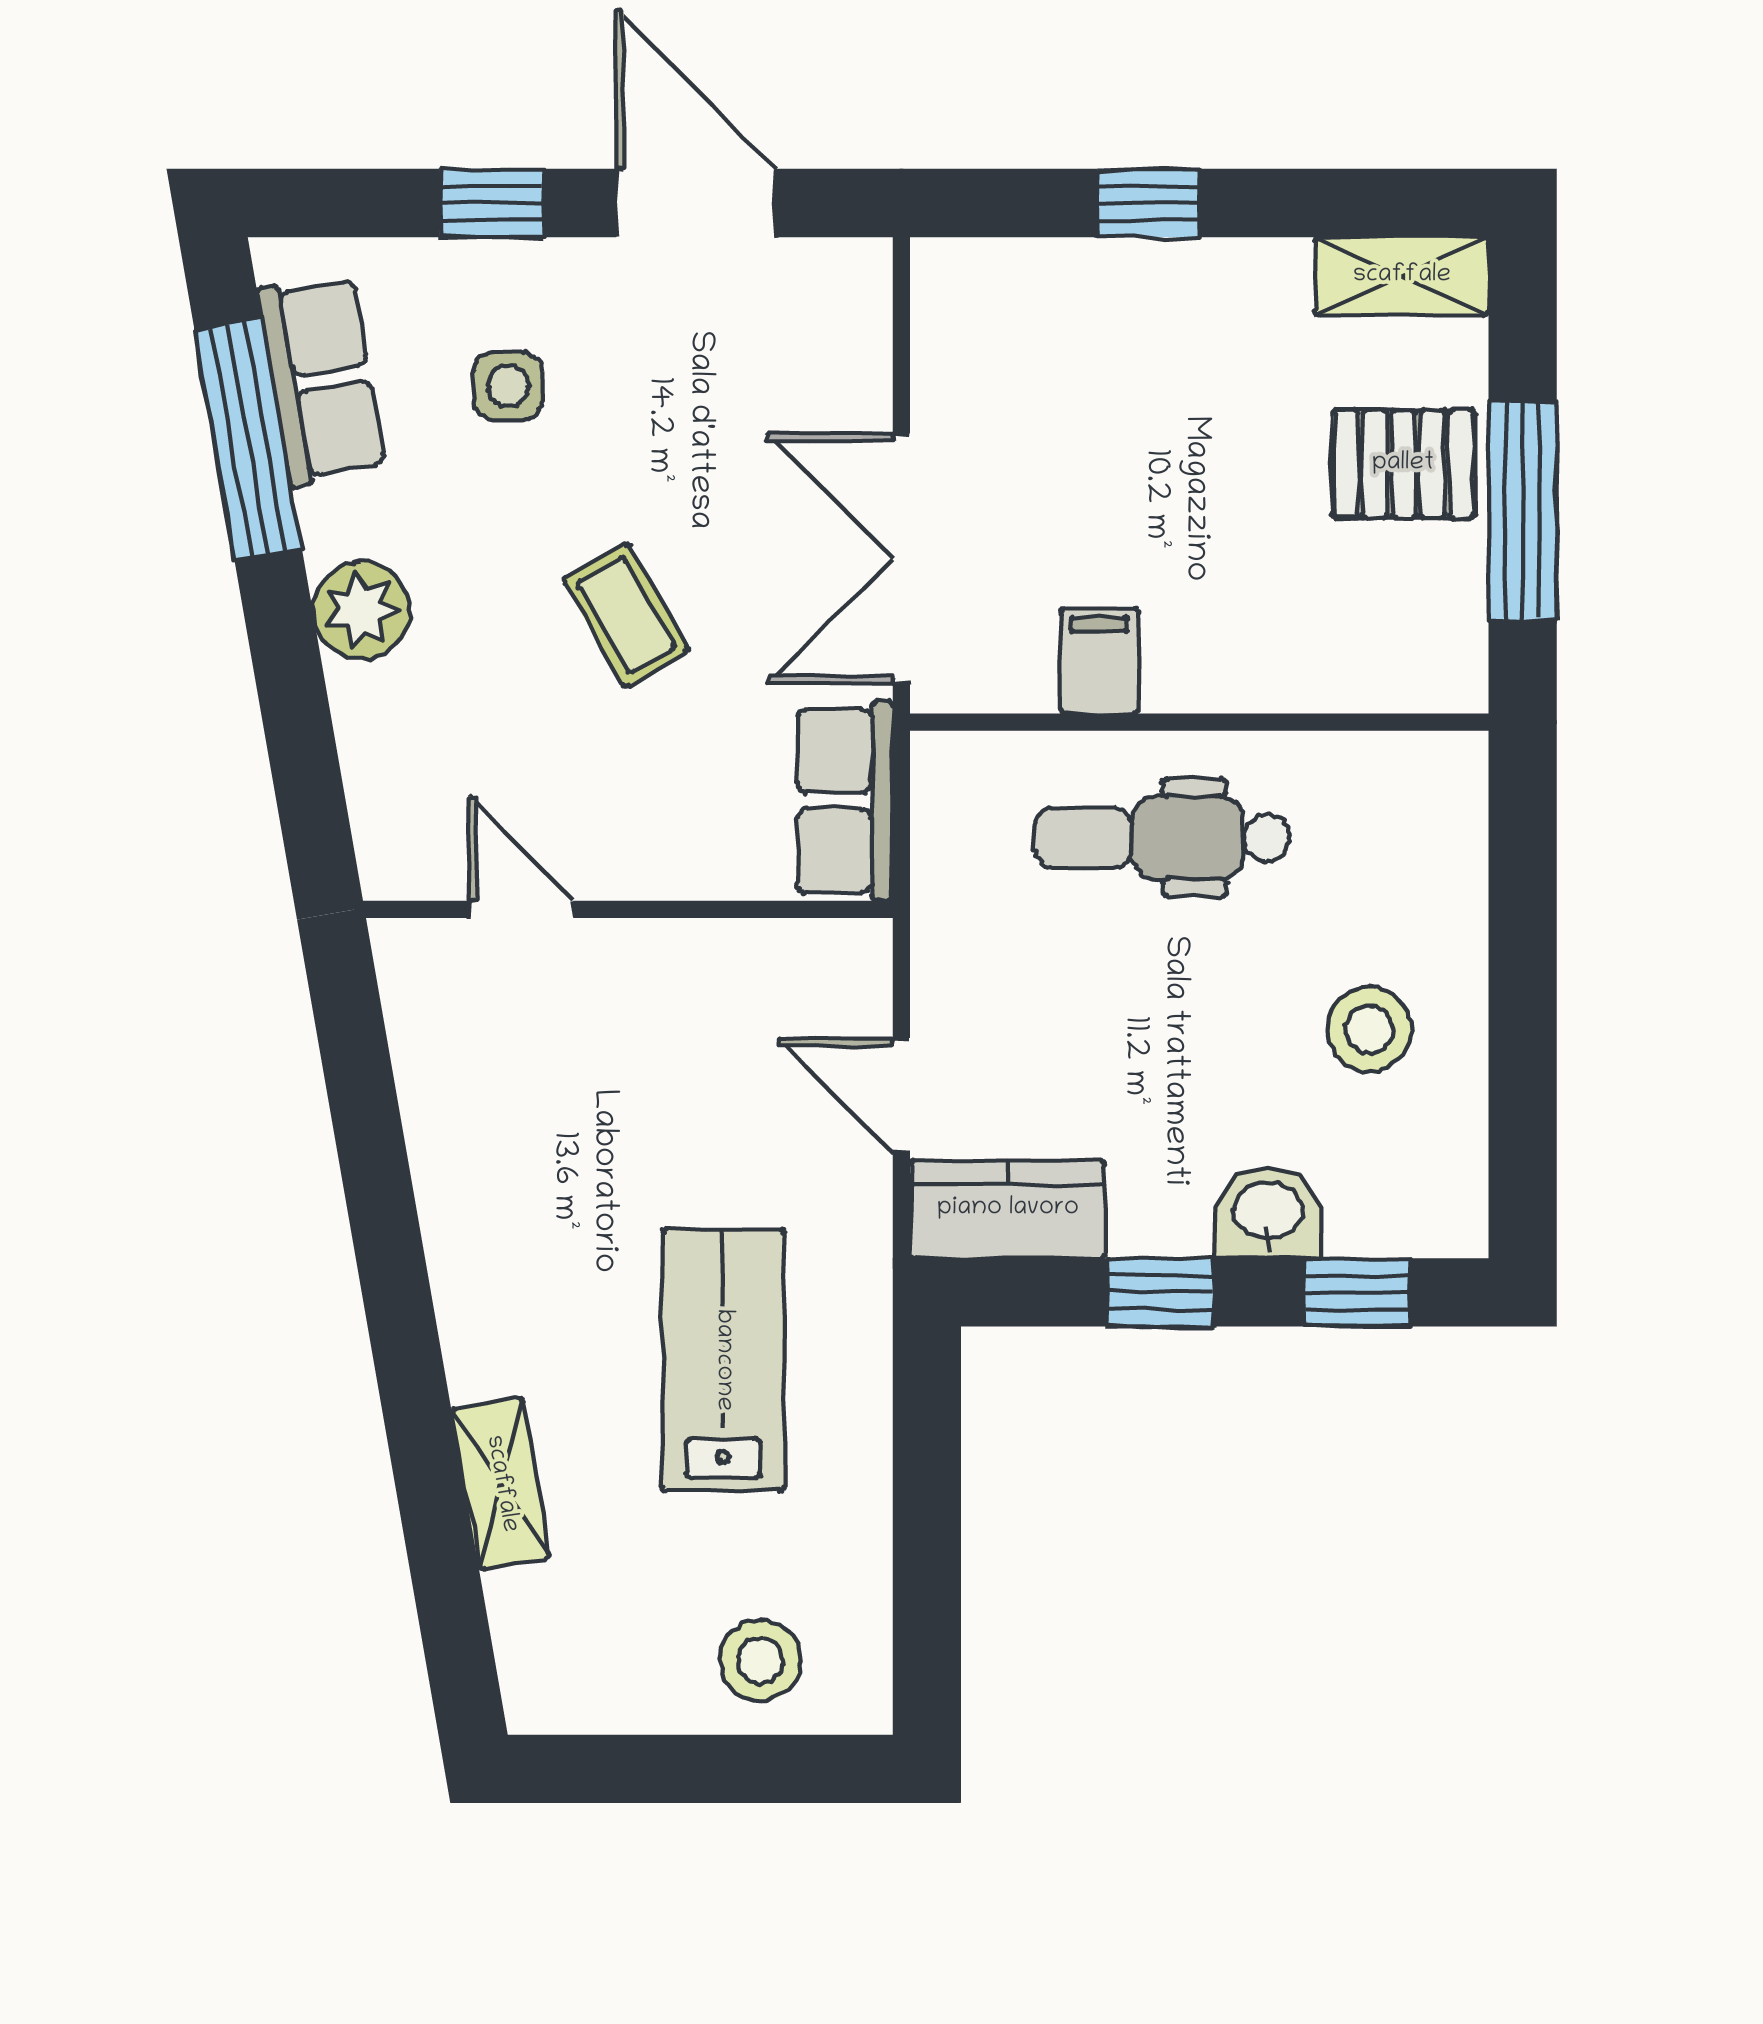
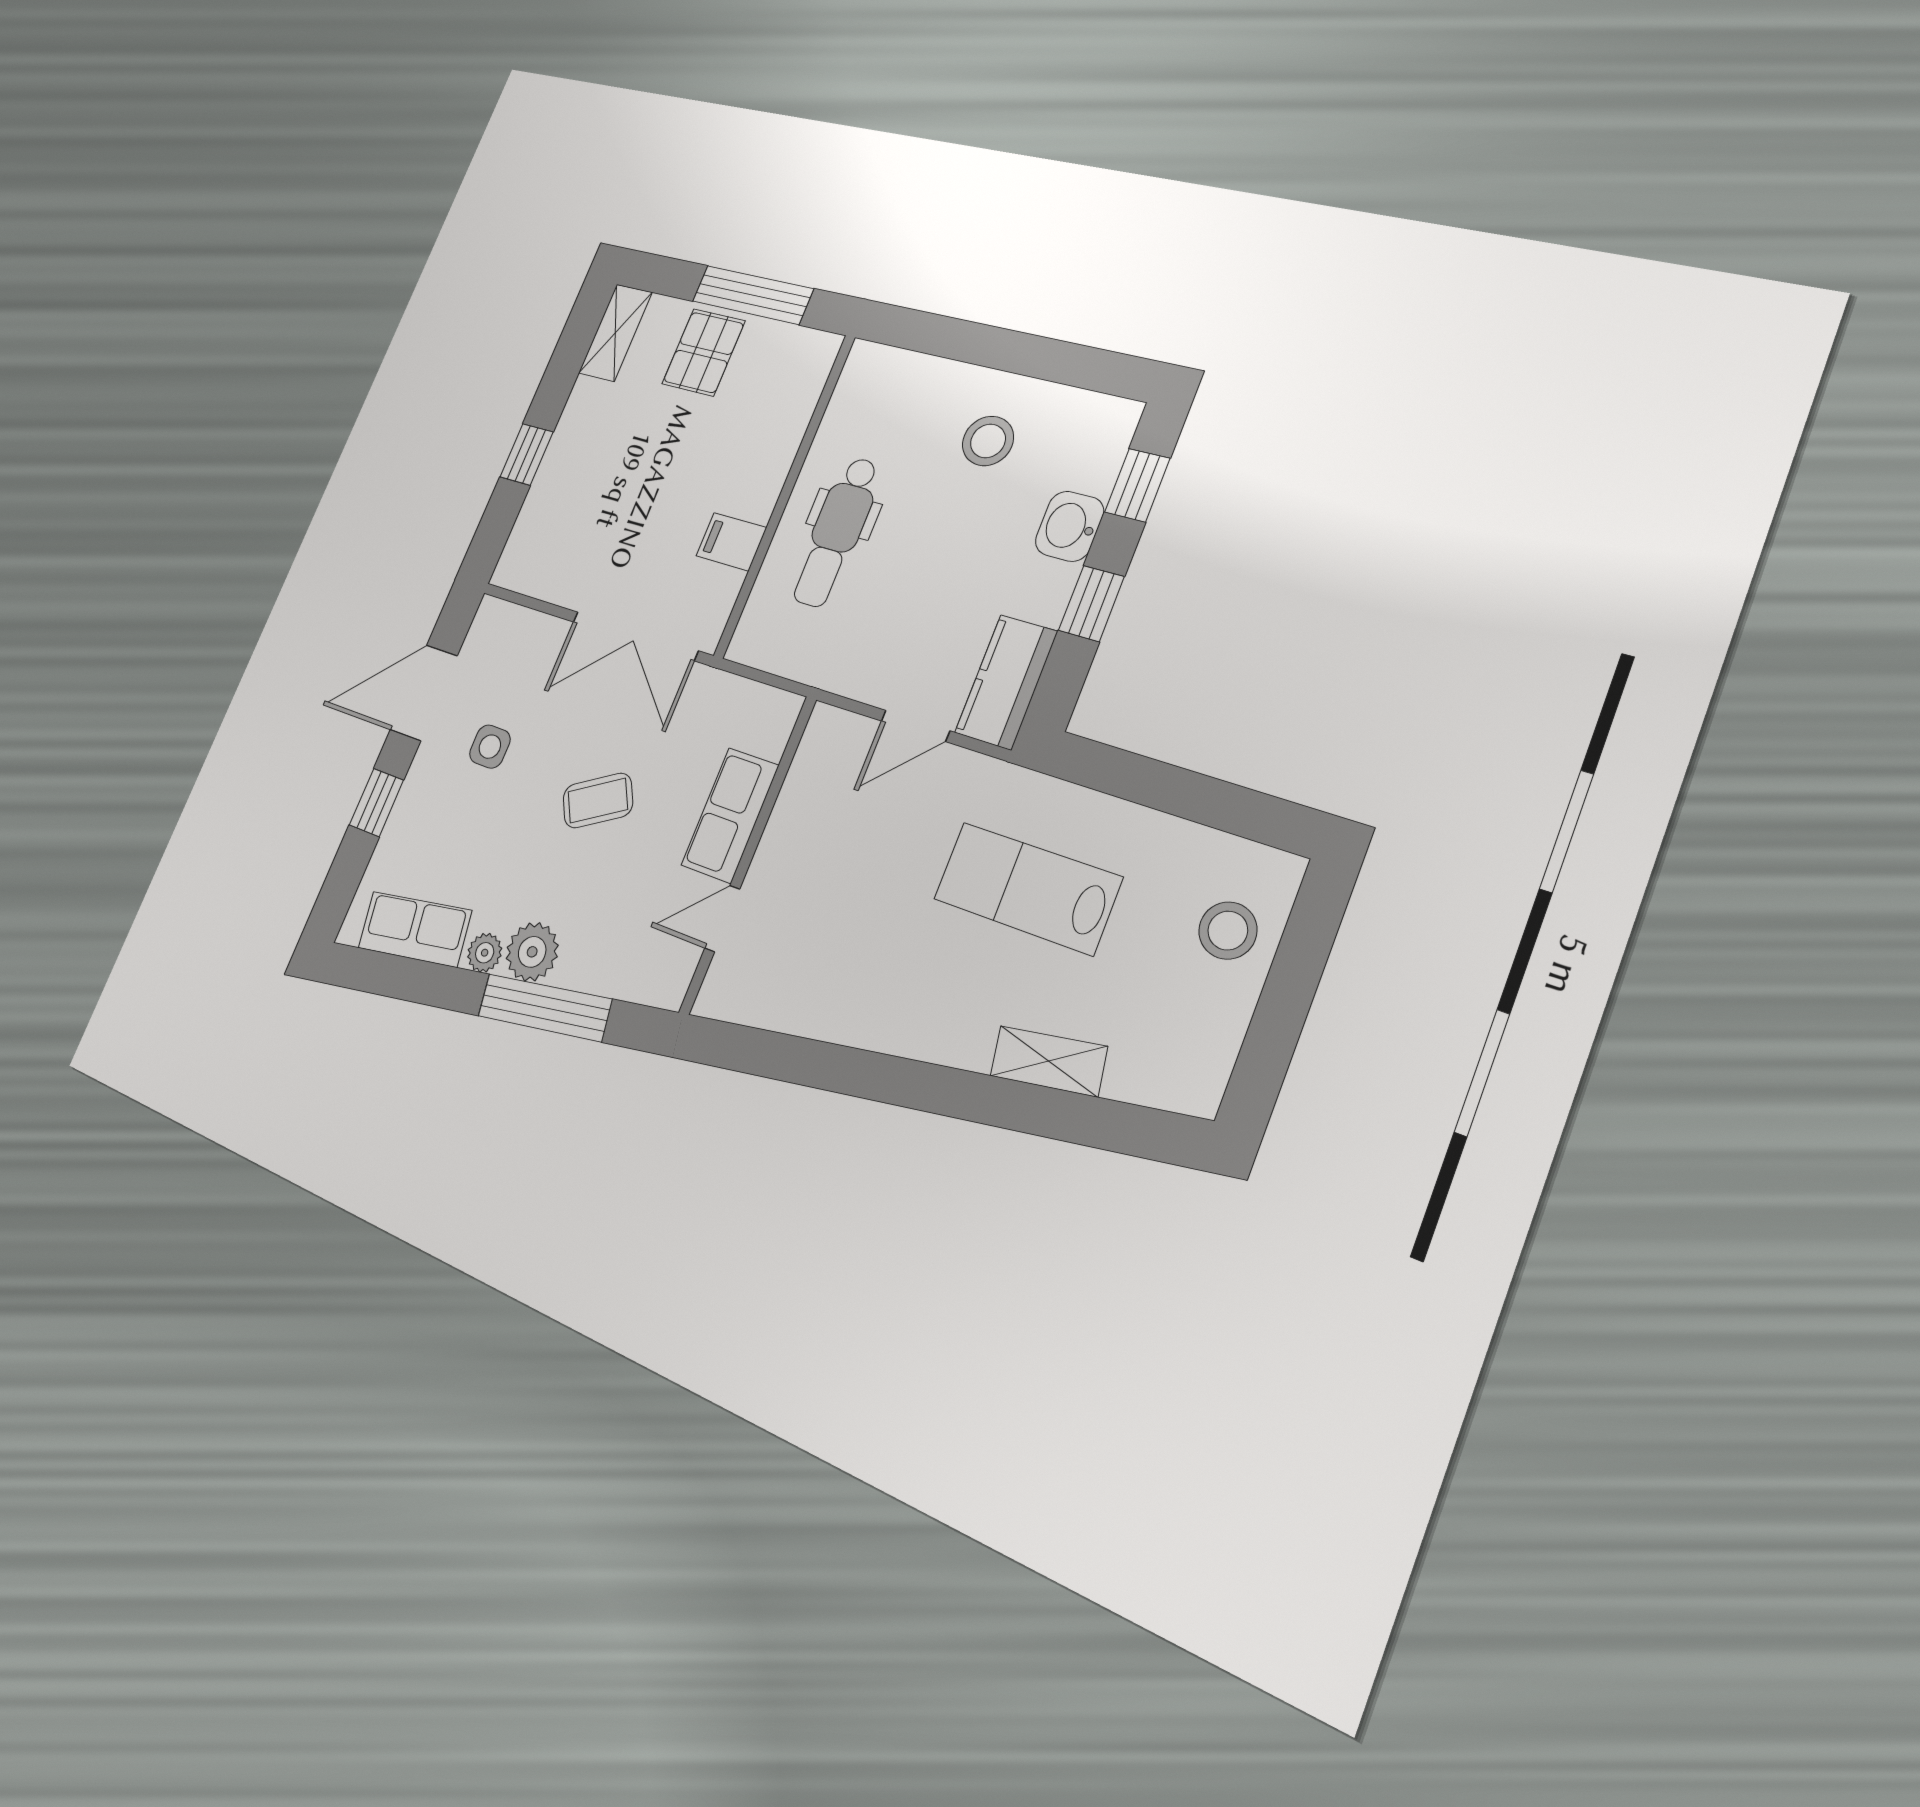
side table: (508, 386) -> (490, 747), moved
window: (248, 440) -> (544, 1008), moved
plant: (331, 526) -> (485, 953), added
row of seats: (845, 801) -> (730, 815), moved, turned 90

